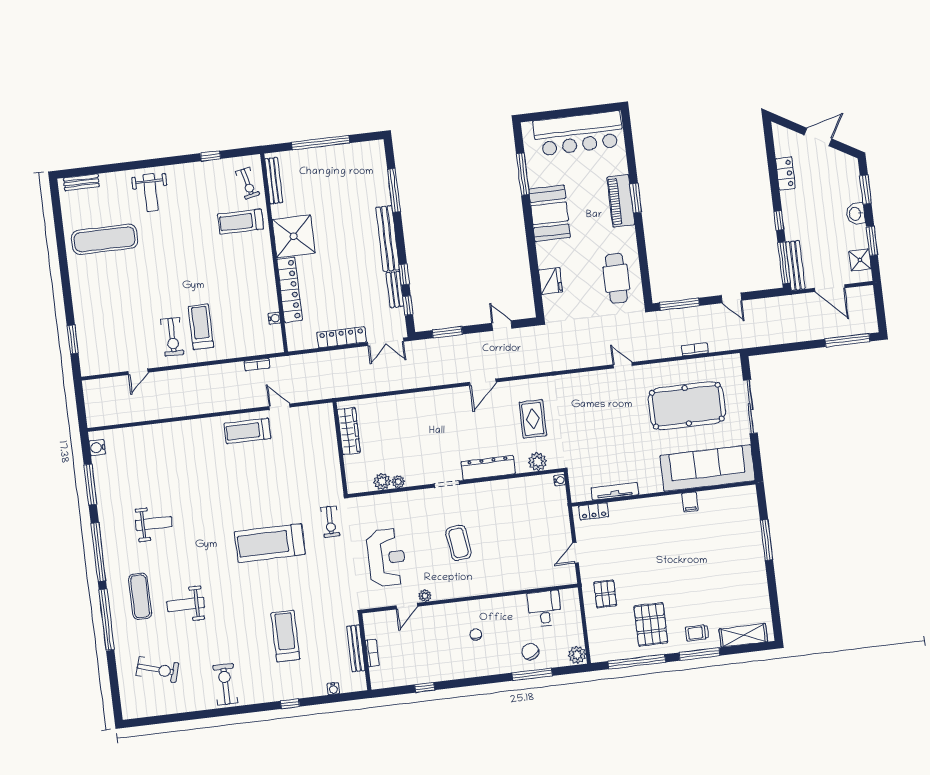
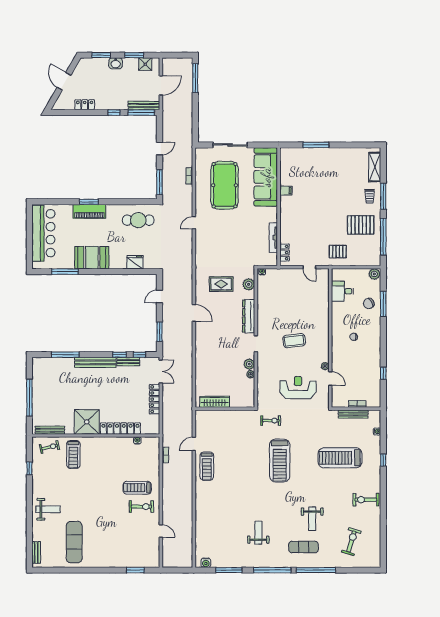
plant: (382, 481) -> (249, 364), moved
treadmill: (285, 636) -> (340, 458), width x1.37, depth x1.38

